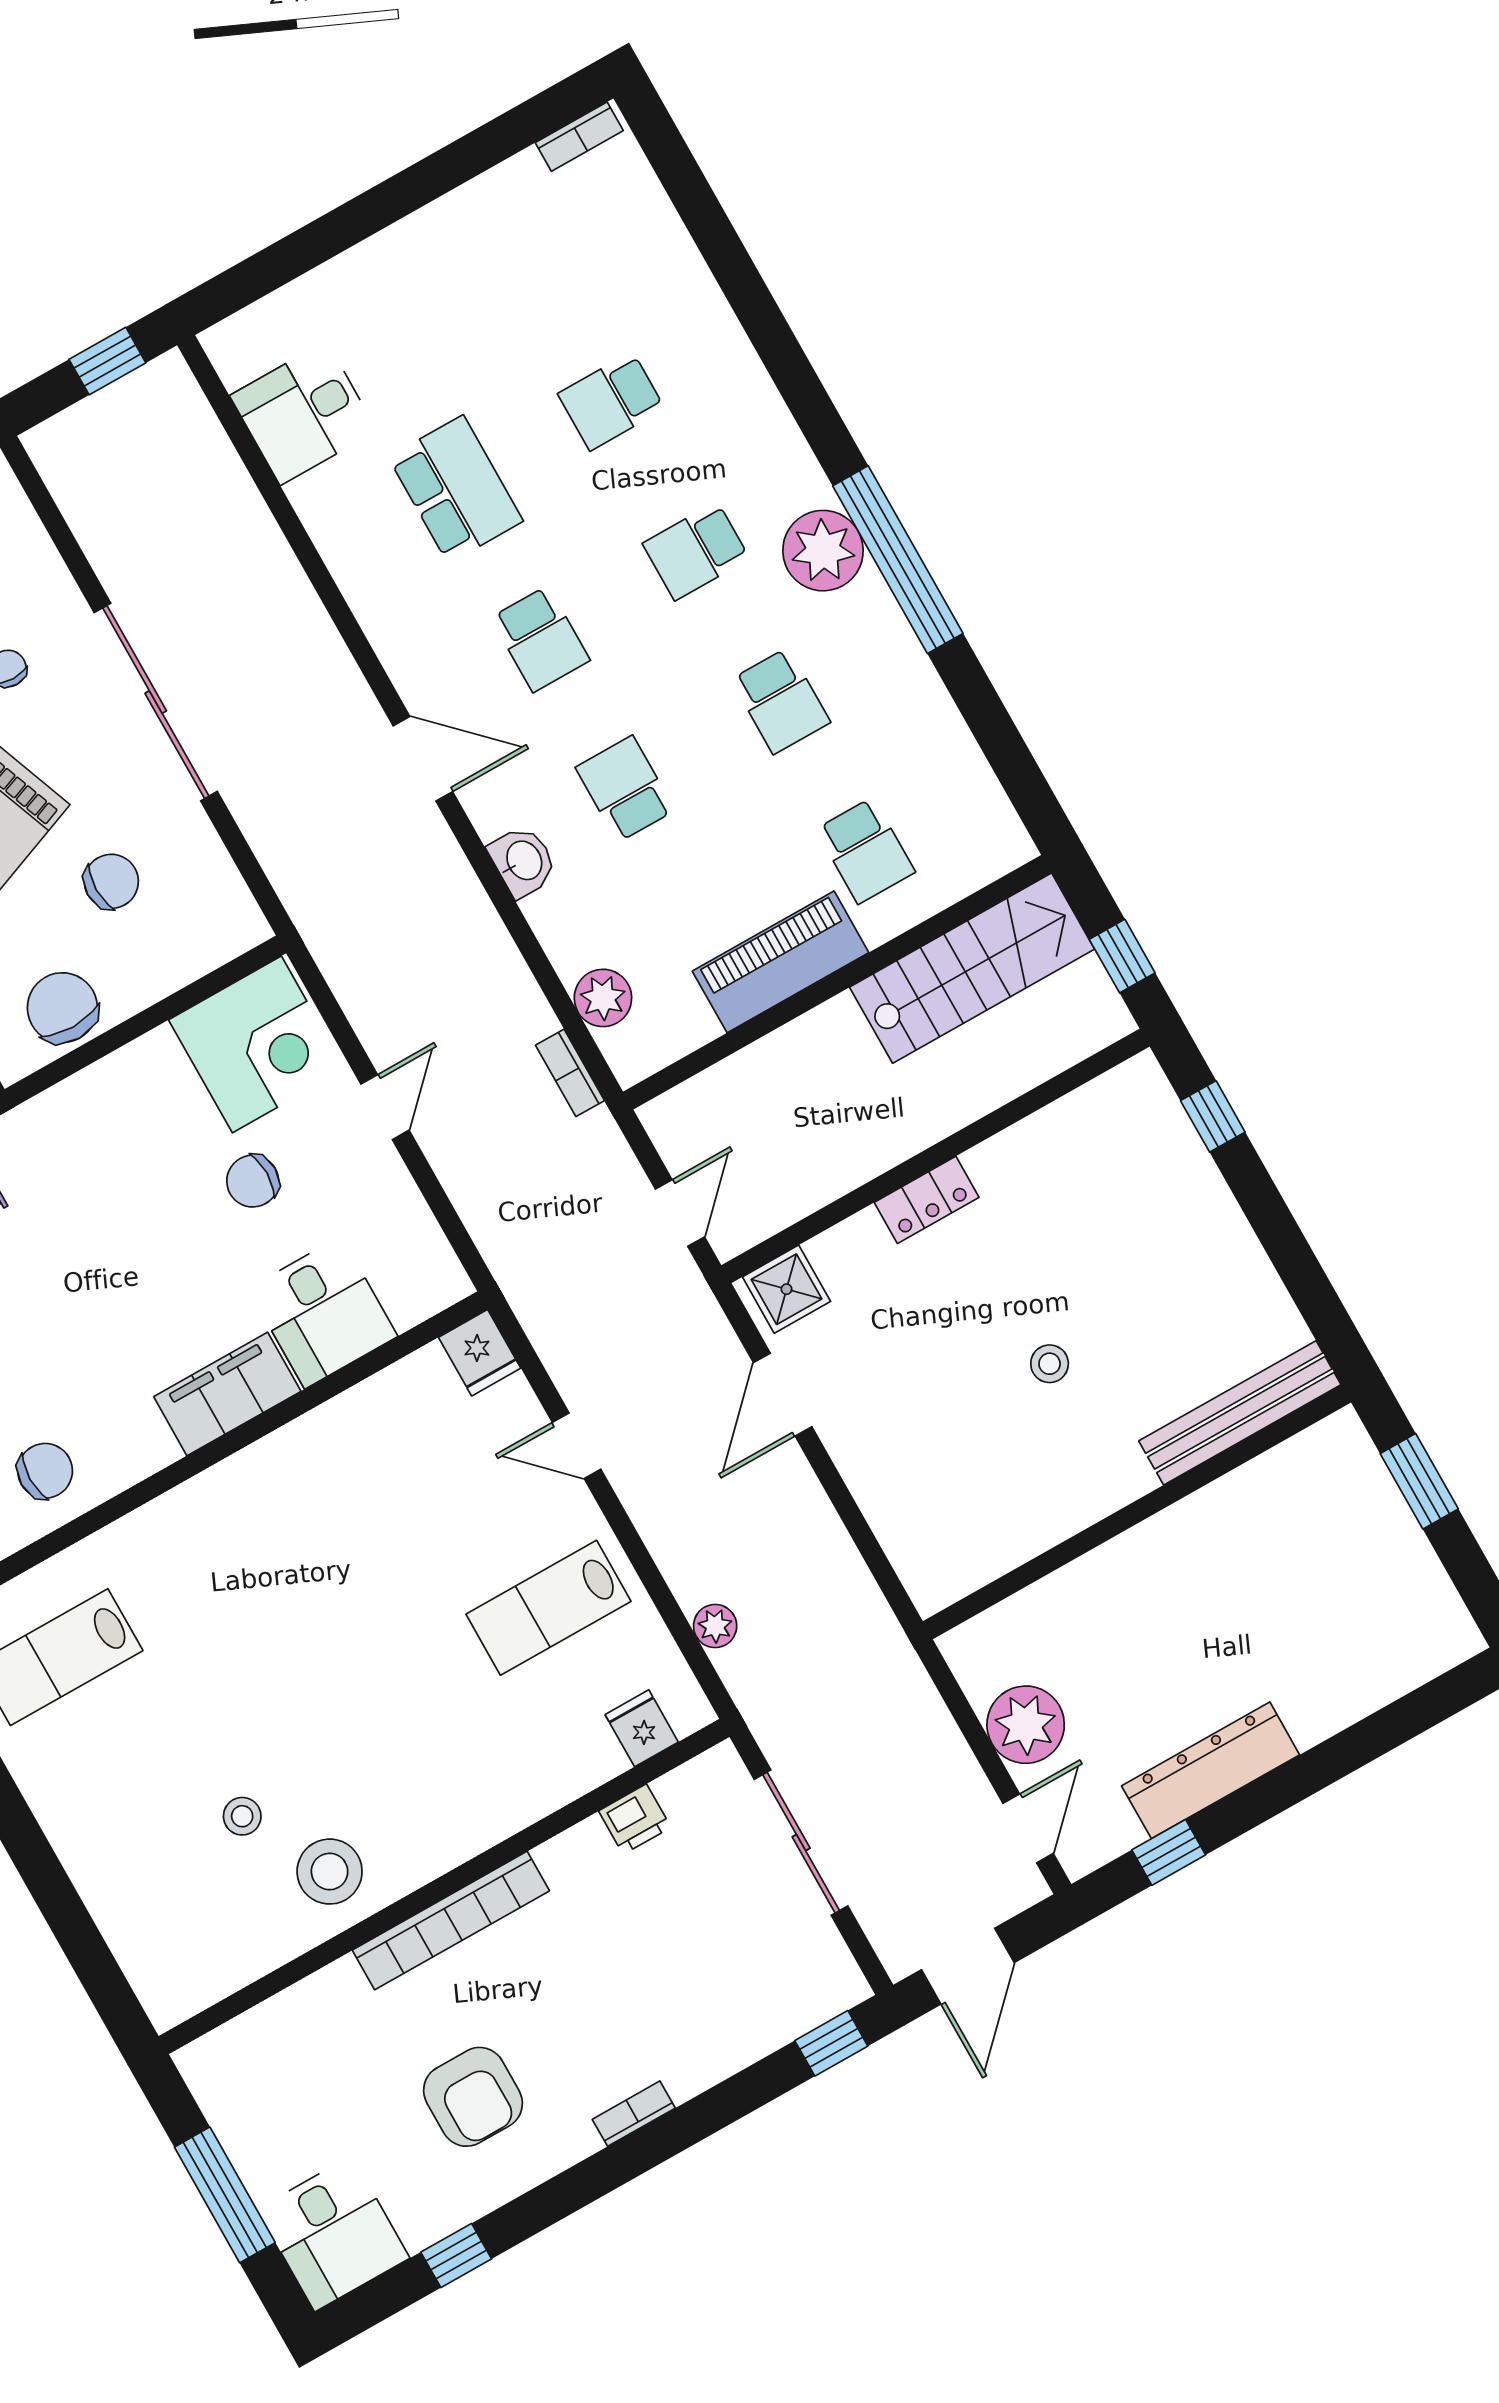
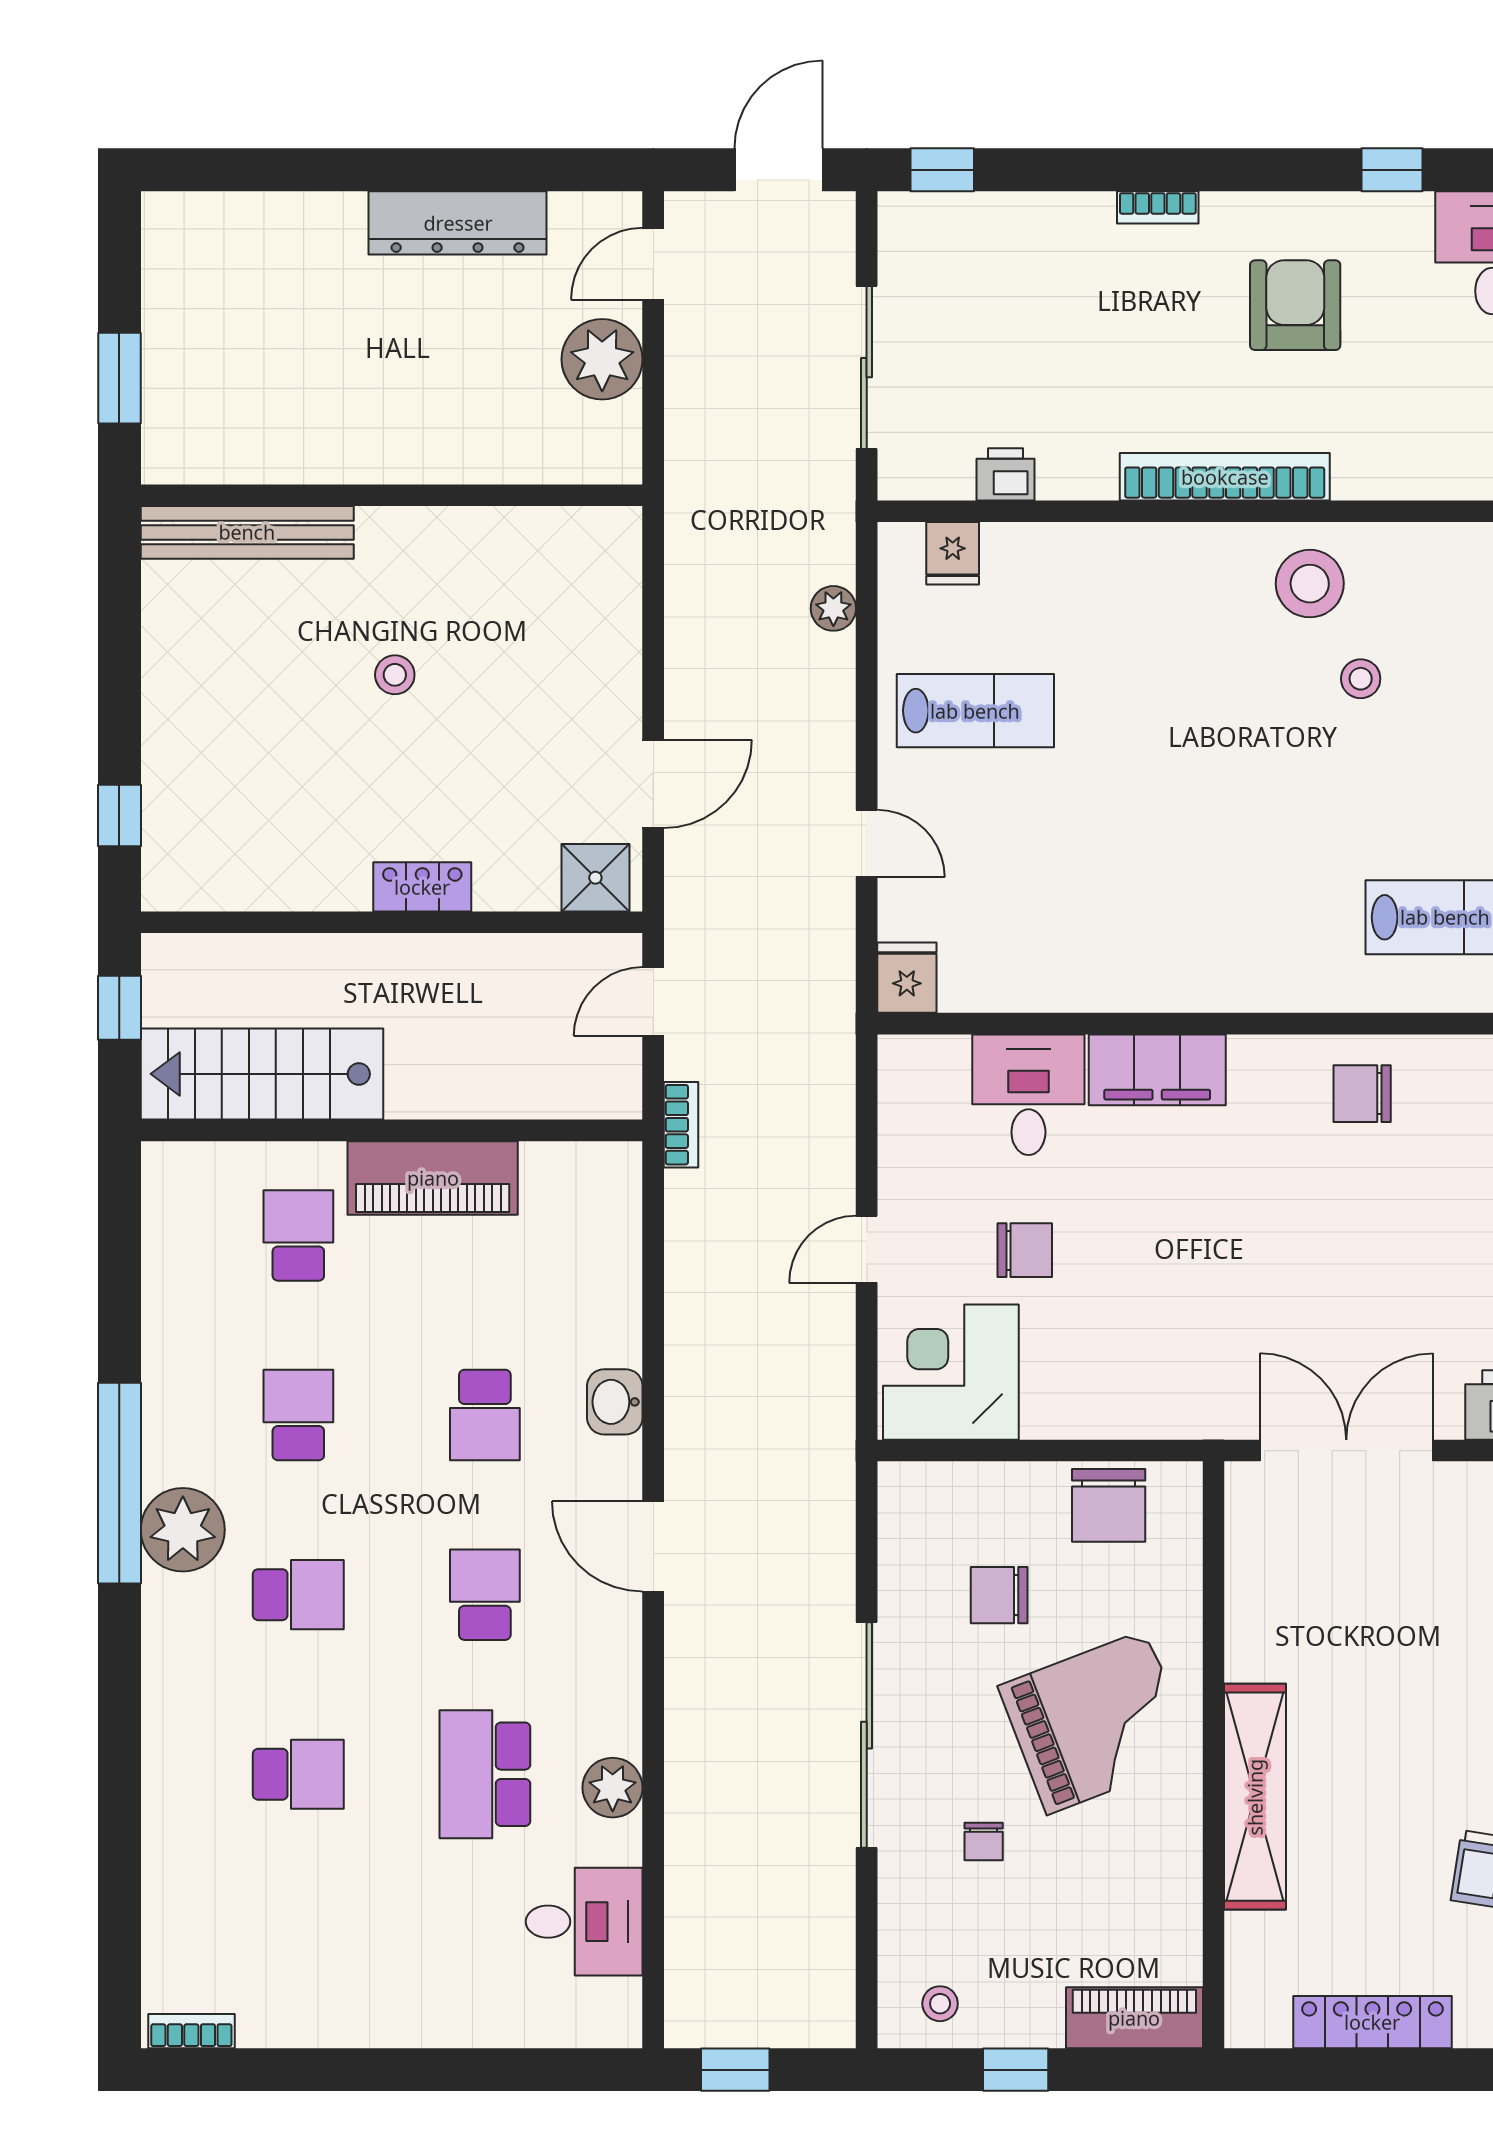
plant: (603, 998) -> (613, 1788), moved
bookcase: (570, 1073) -> (681, 1125), moved
window: (1169, 1852) -> (538, 170), removed

